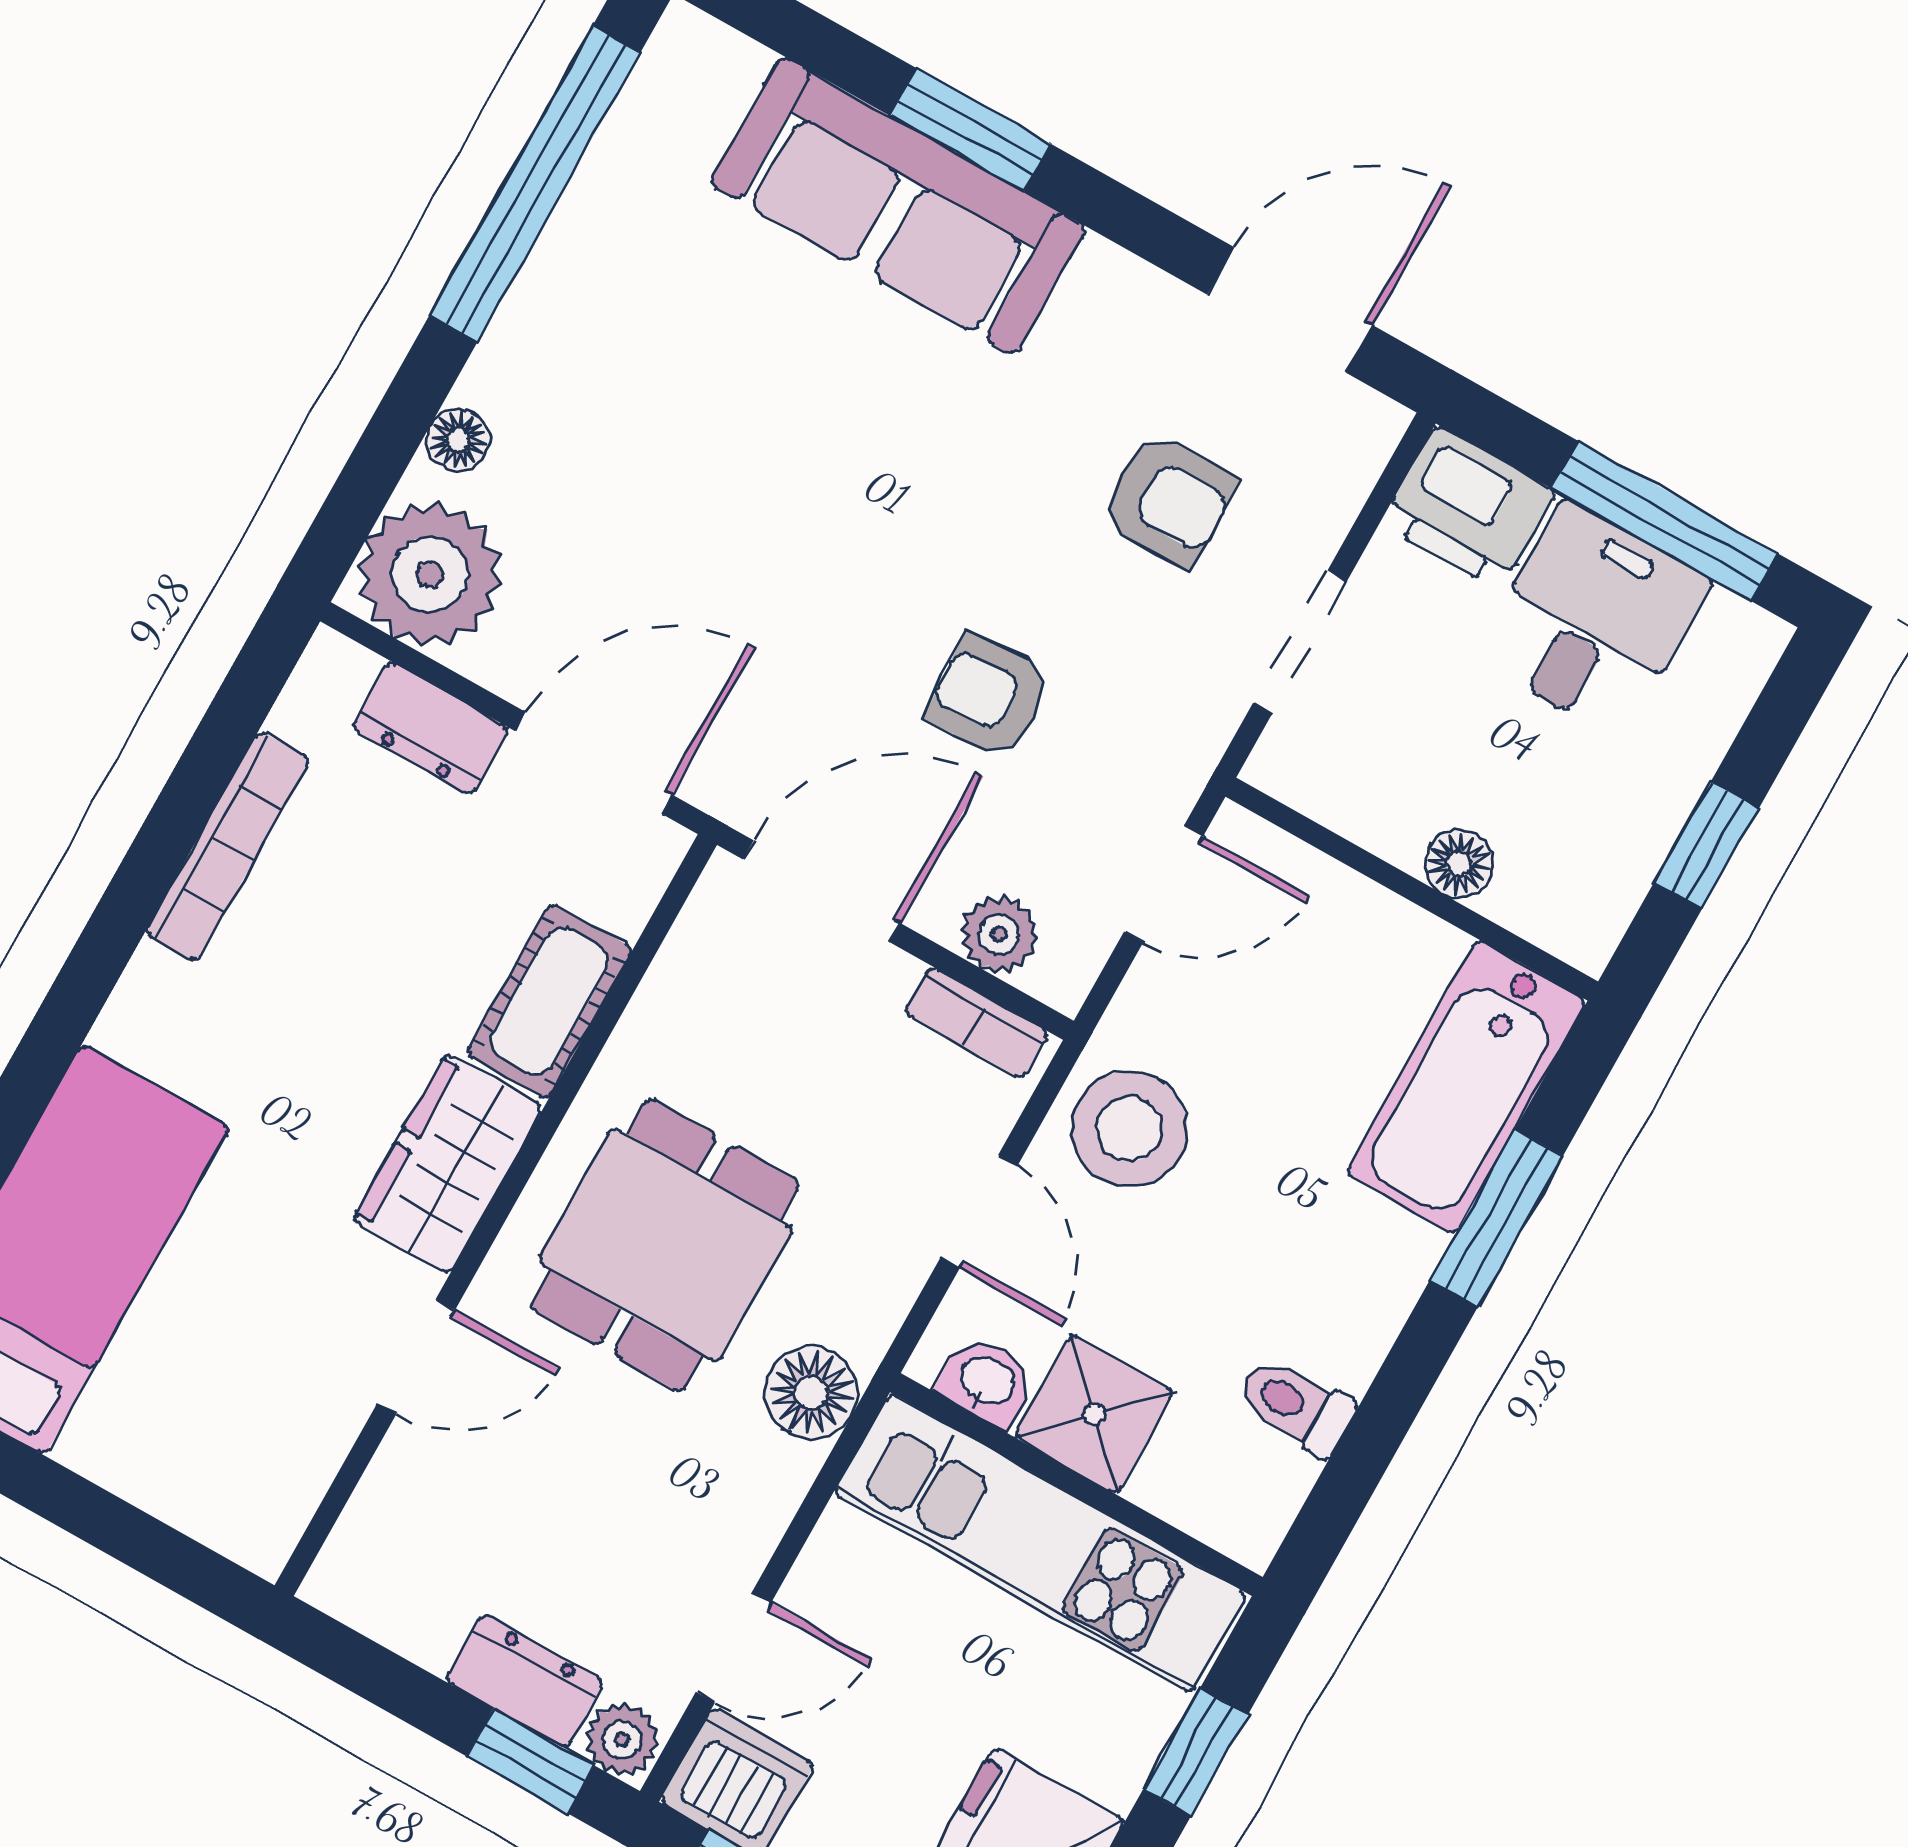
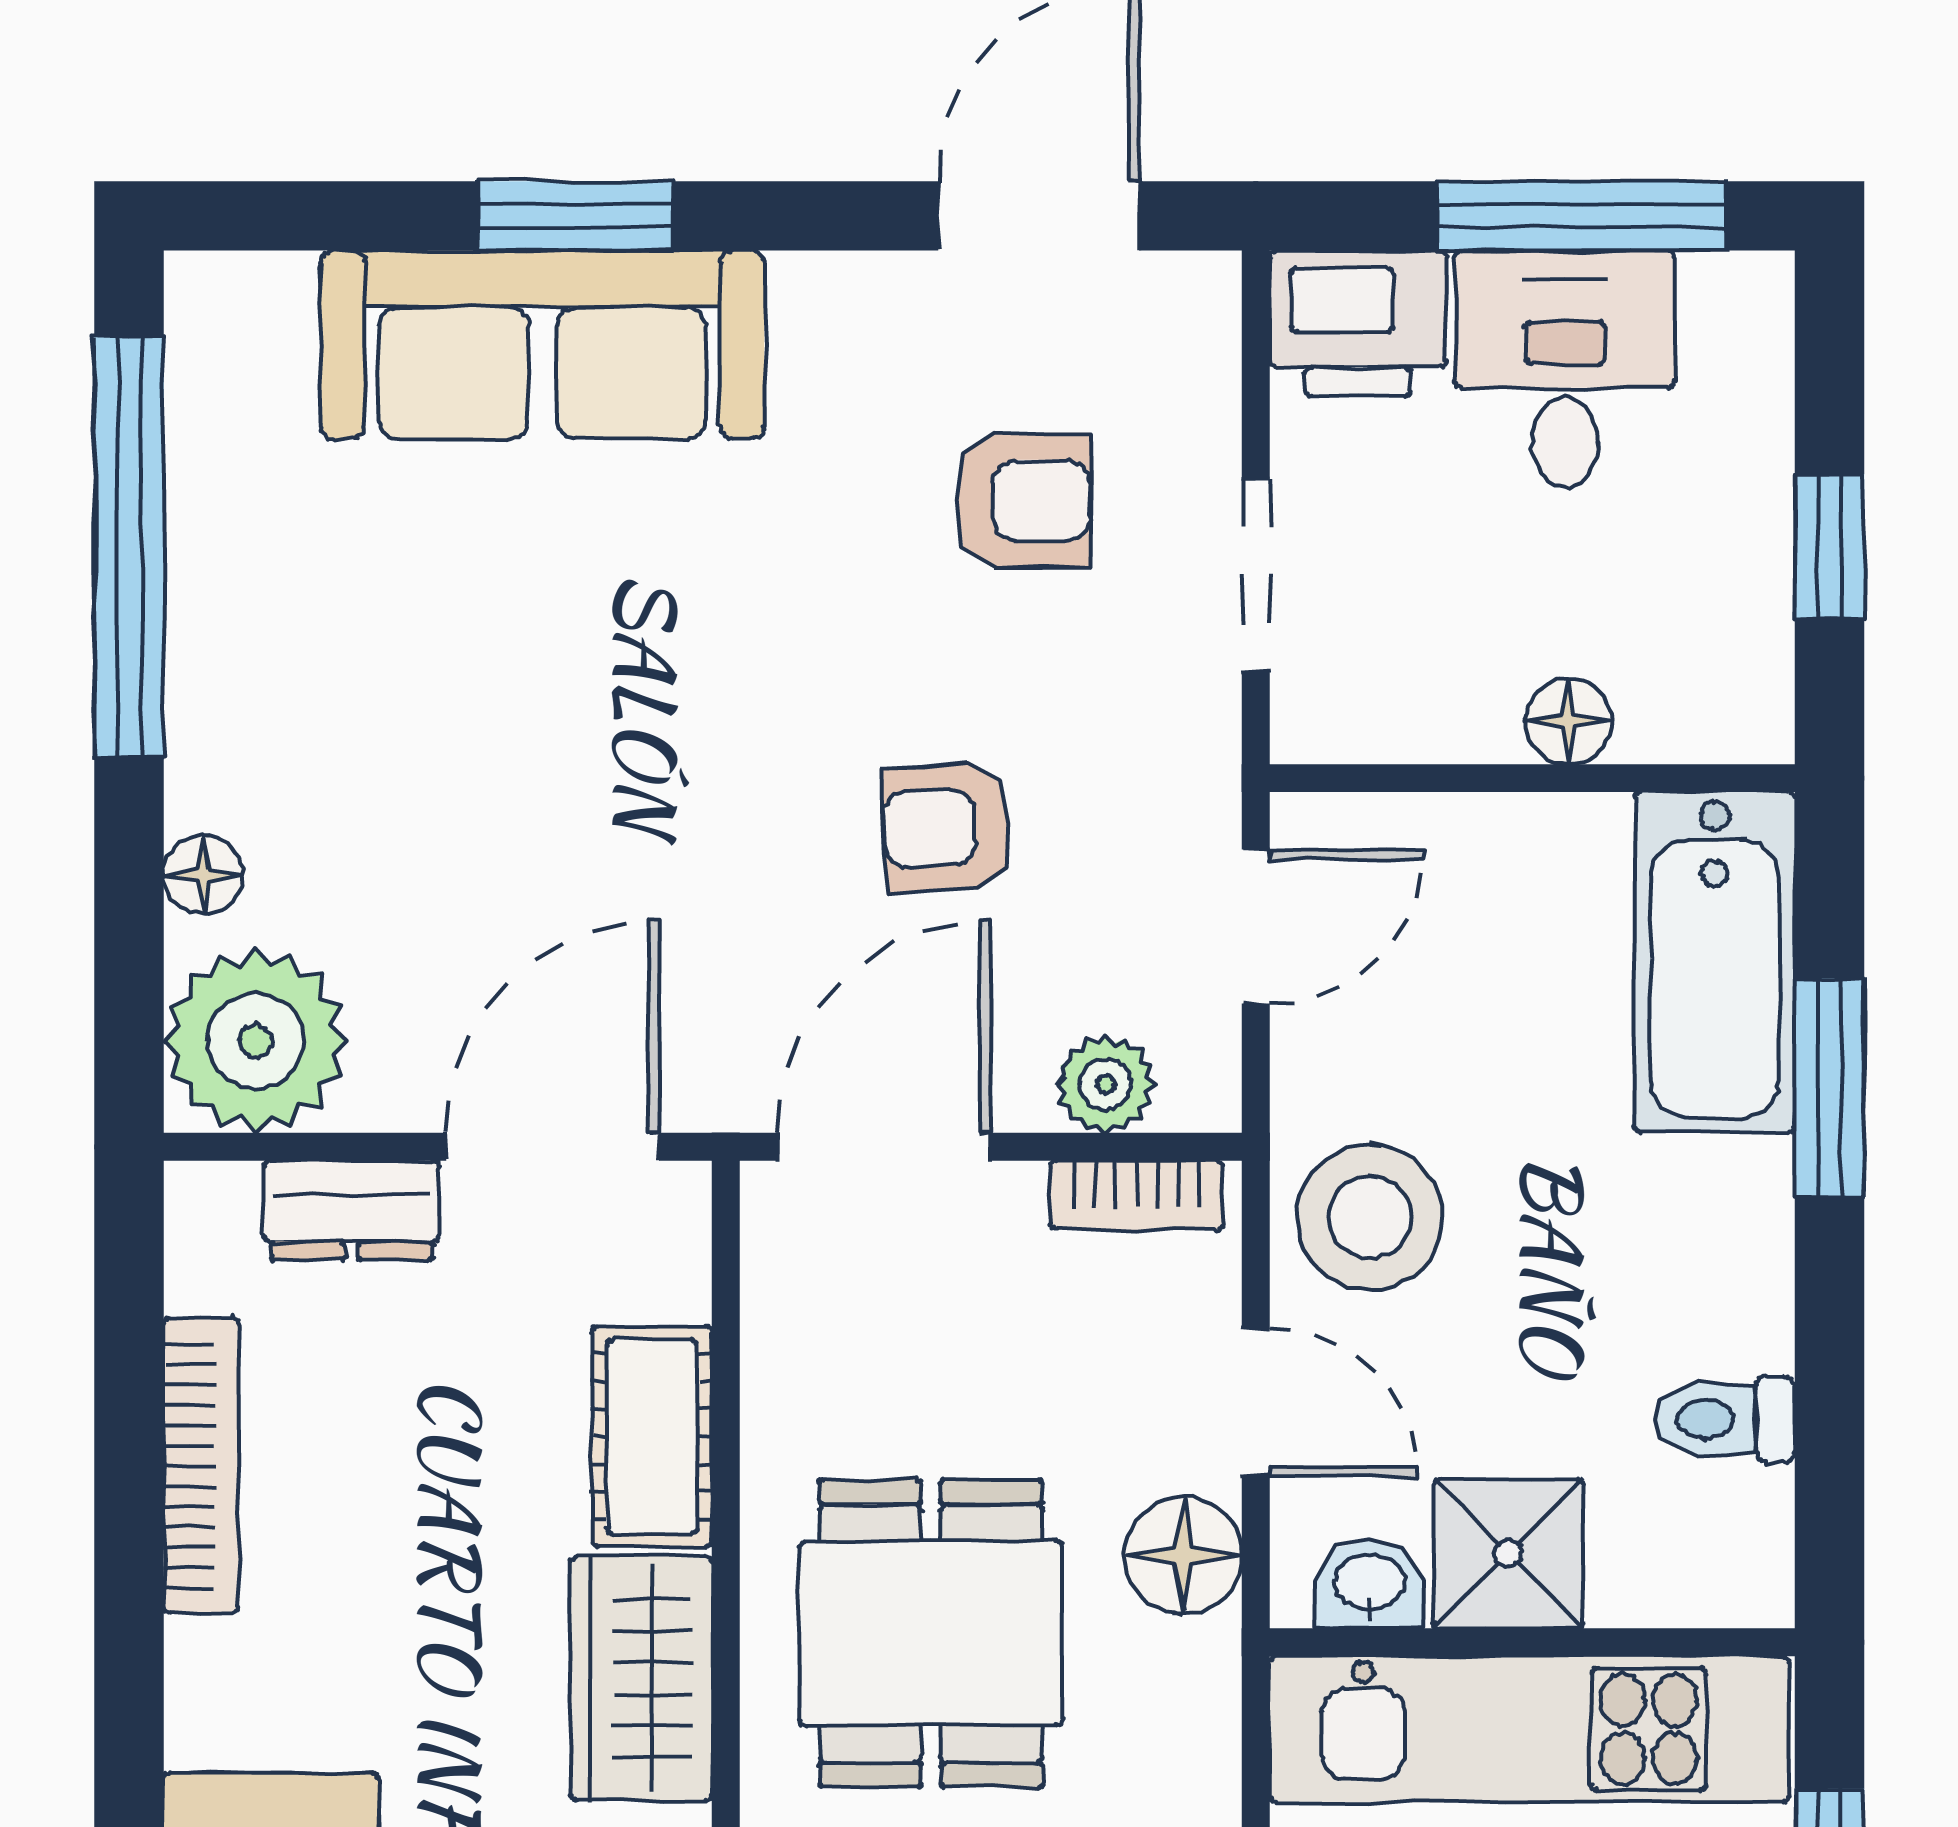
floor lamp: (811, 1393) -> (1183, 1555), moved

